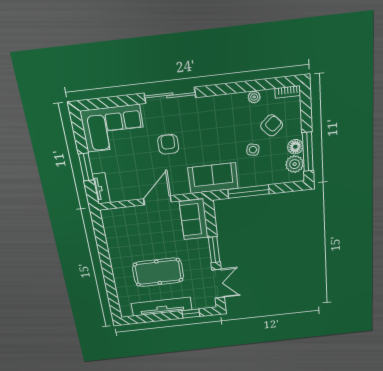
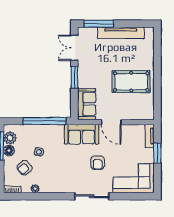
sofa: (213, 178) -> (82, 134), moved
window: (249, 192) -> (45, 121), width x1.46
door: (157, 200) -> (111, 122), hinge flipped
pool table: (158, 272) -> (131, 82), moved
window: (191, 314) -> (99, 24), width x2.17

